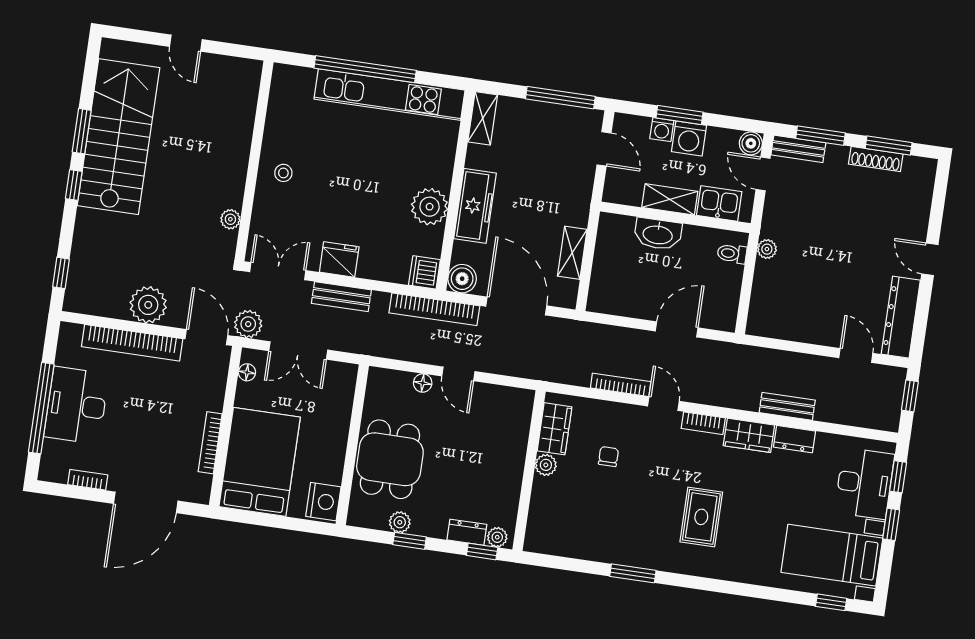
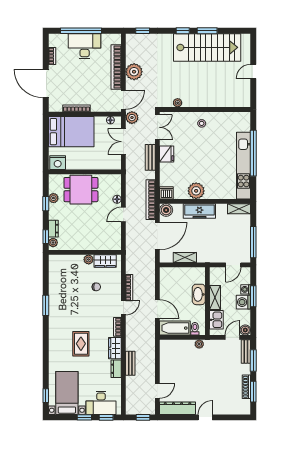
bathtub: (724, 297) -> (175, 328), added
rug: (701, 517) -> (81, 344), moved, turned 90

